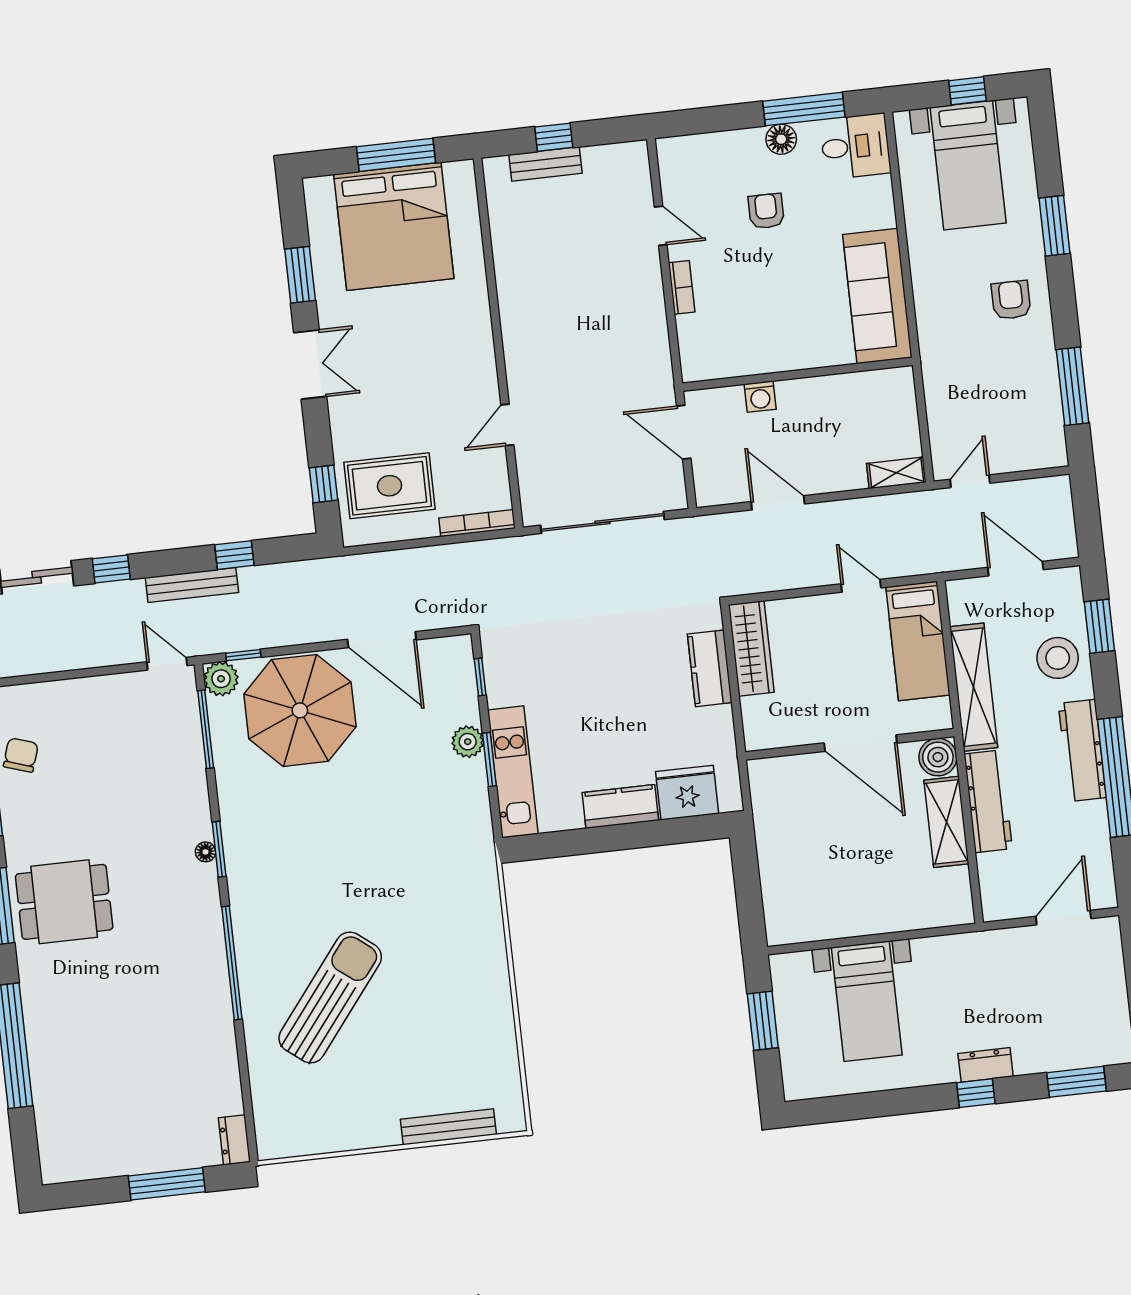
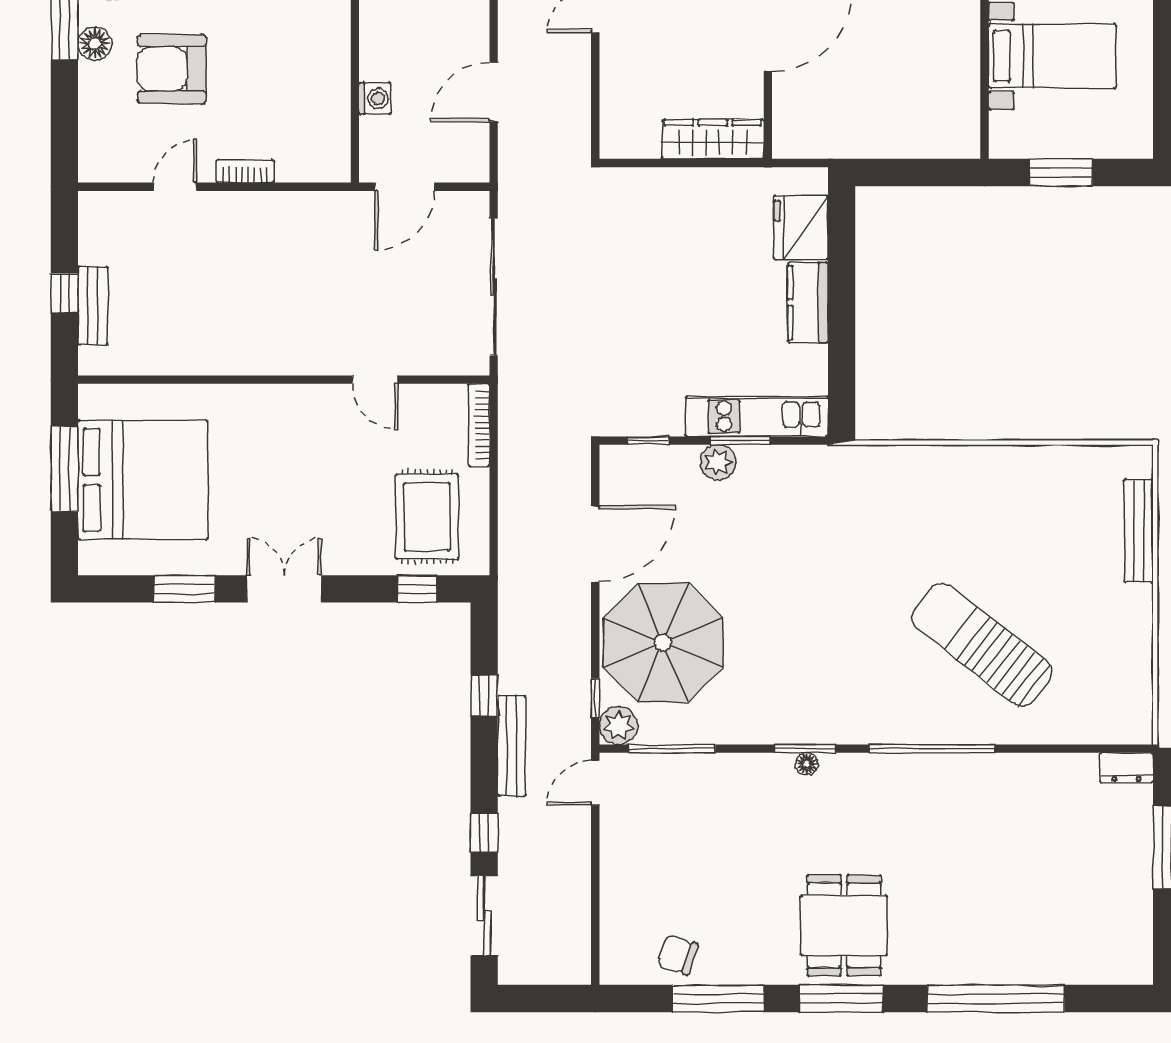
armchair: (766, 211) -> (172, 69), width x1.88, depth x1.88
wardrobe: (751, 648) -> (713, 139), moved
kitchen counter: (710, 668) -> (667, 187), removed

